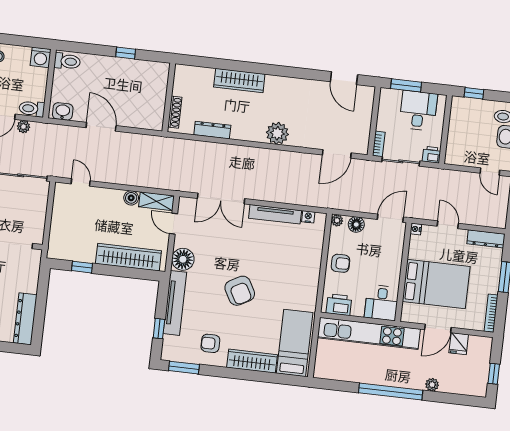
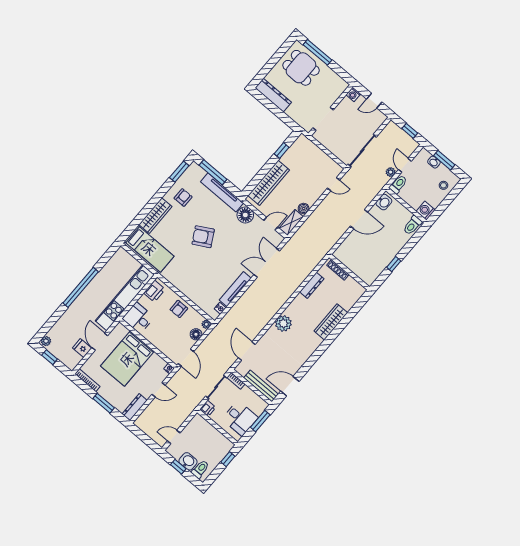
bench: (365, 111) -> (261, 386), added
window: (159, 329) -> (213, 172), width x2.17
plant: (432, 385) -> (46, 341), moved

